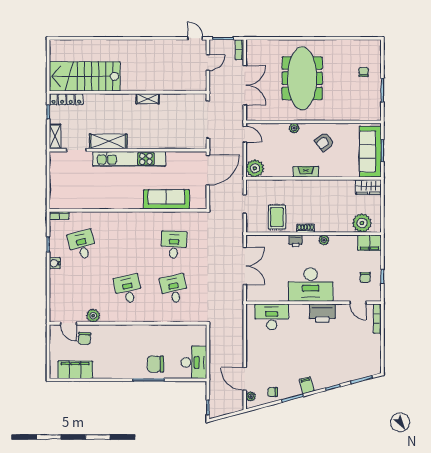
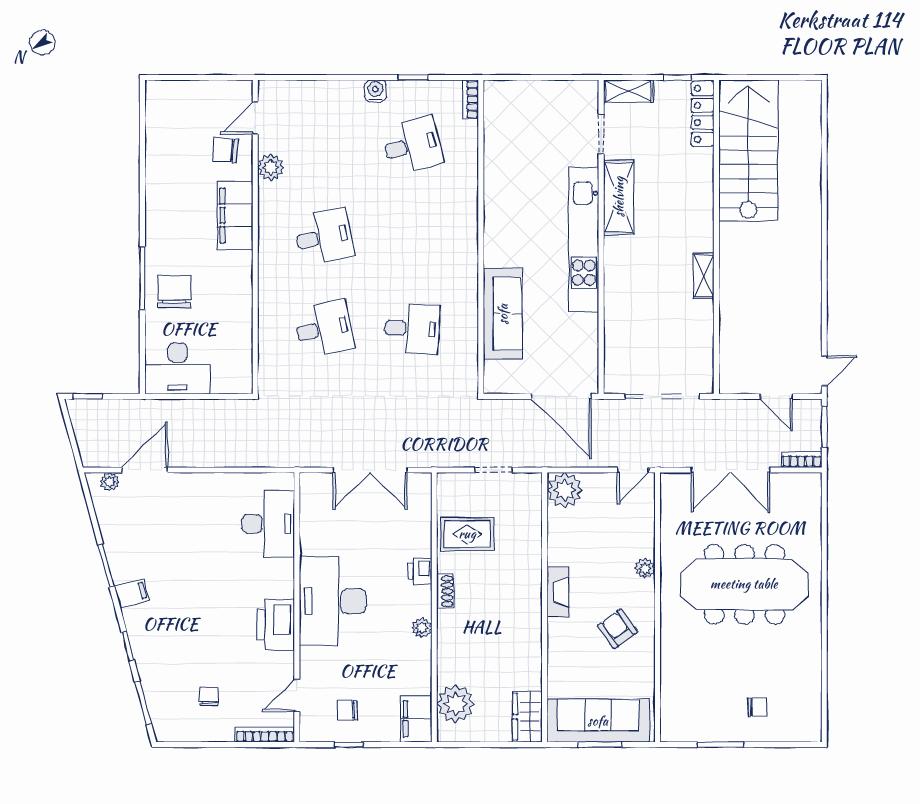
filing cabinet: (75, 370) -> (235, 215), moved, turned 180
chair: (273, 392) -> (209, 697), moved

